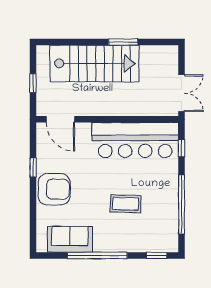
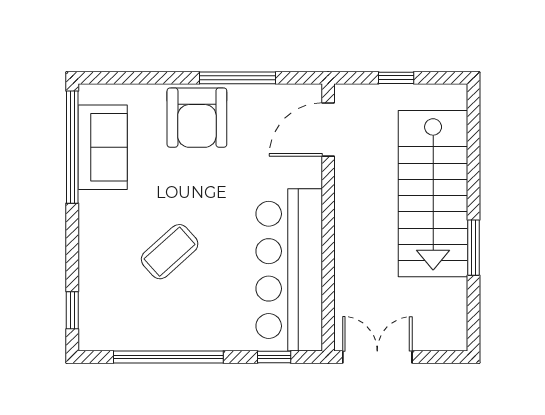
double door: (182, 93) -> (377, 357), swing flipped
window: (33, 168) -> (238, 78), width x2.17
coffee table: (125, 204) -> (170, 252), turned 46
window: (97, 256) -> (72, 147), moved

